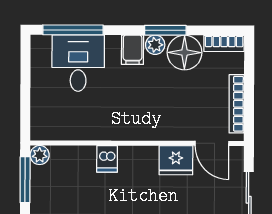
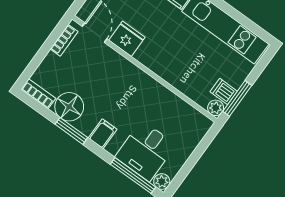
plant: (155, 45) -> (162, 182), moved
bookcase: (237, 104) -> (64, 40), width x0.64
dishwasher: (107, 159) -> (224, 91), moved, turned -90

